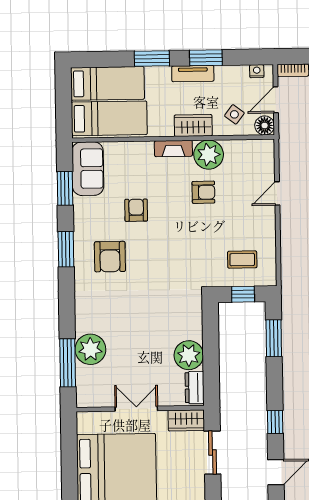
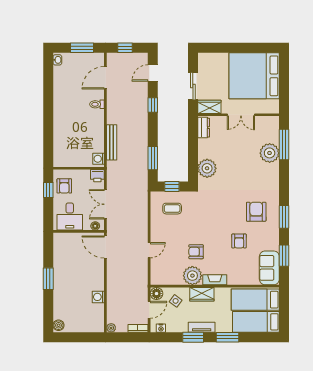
plant: (189, 355) -> (207, 168), moved

